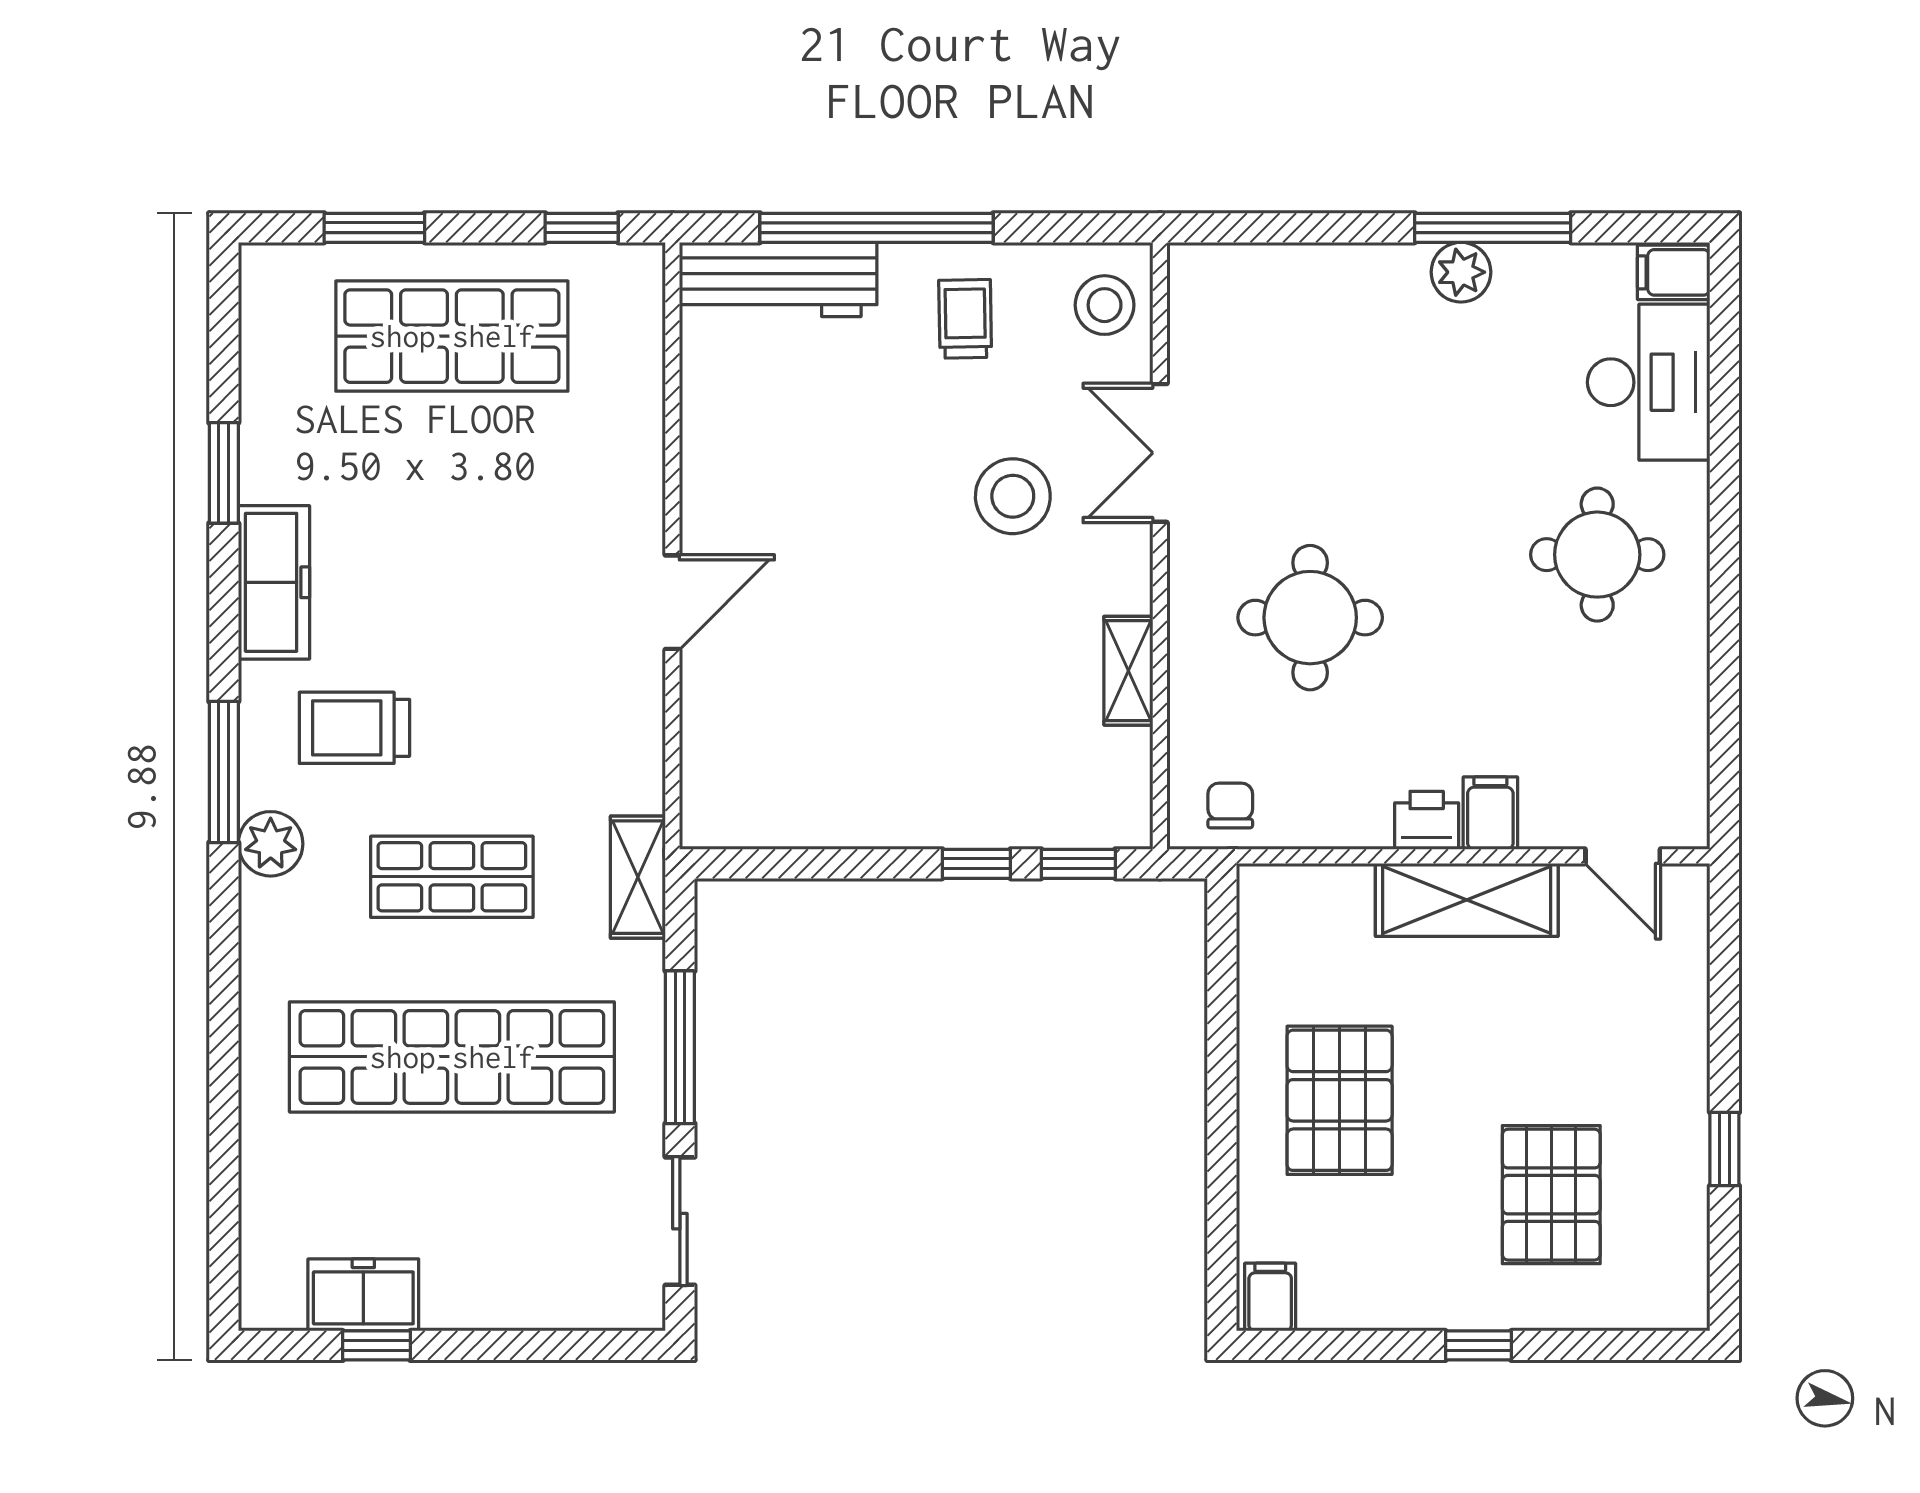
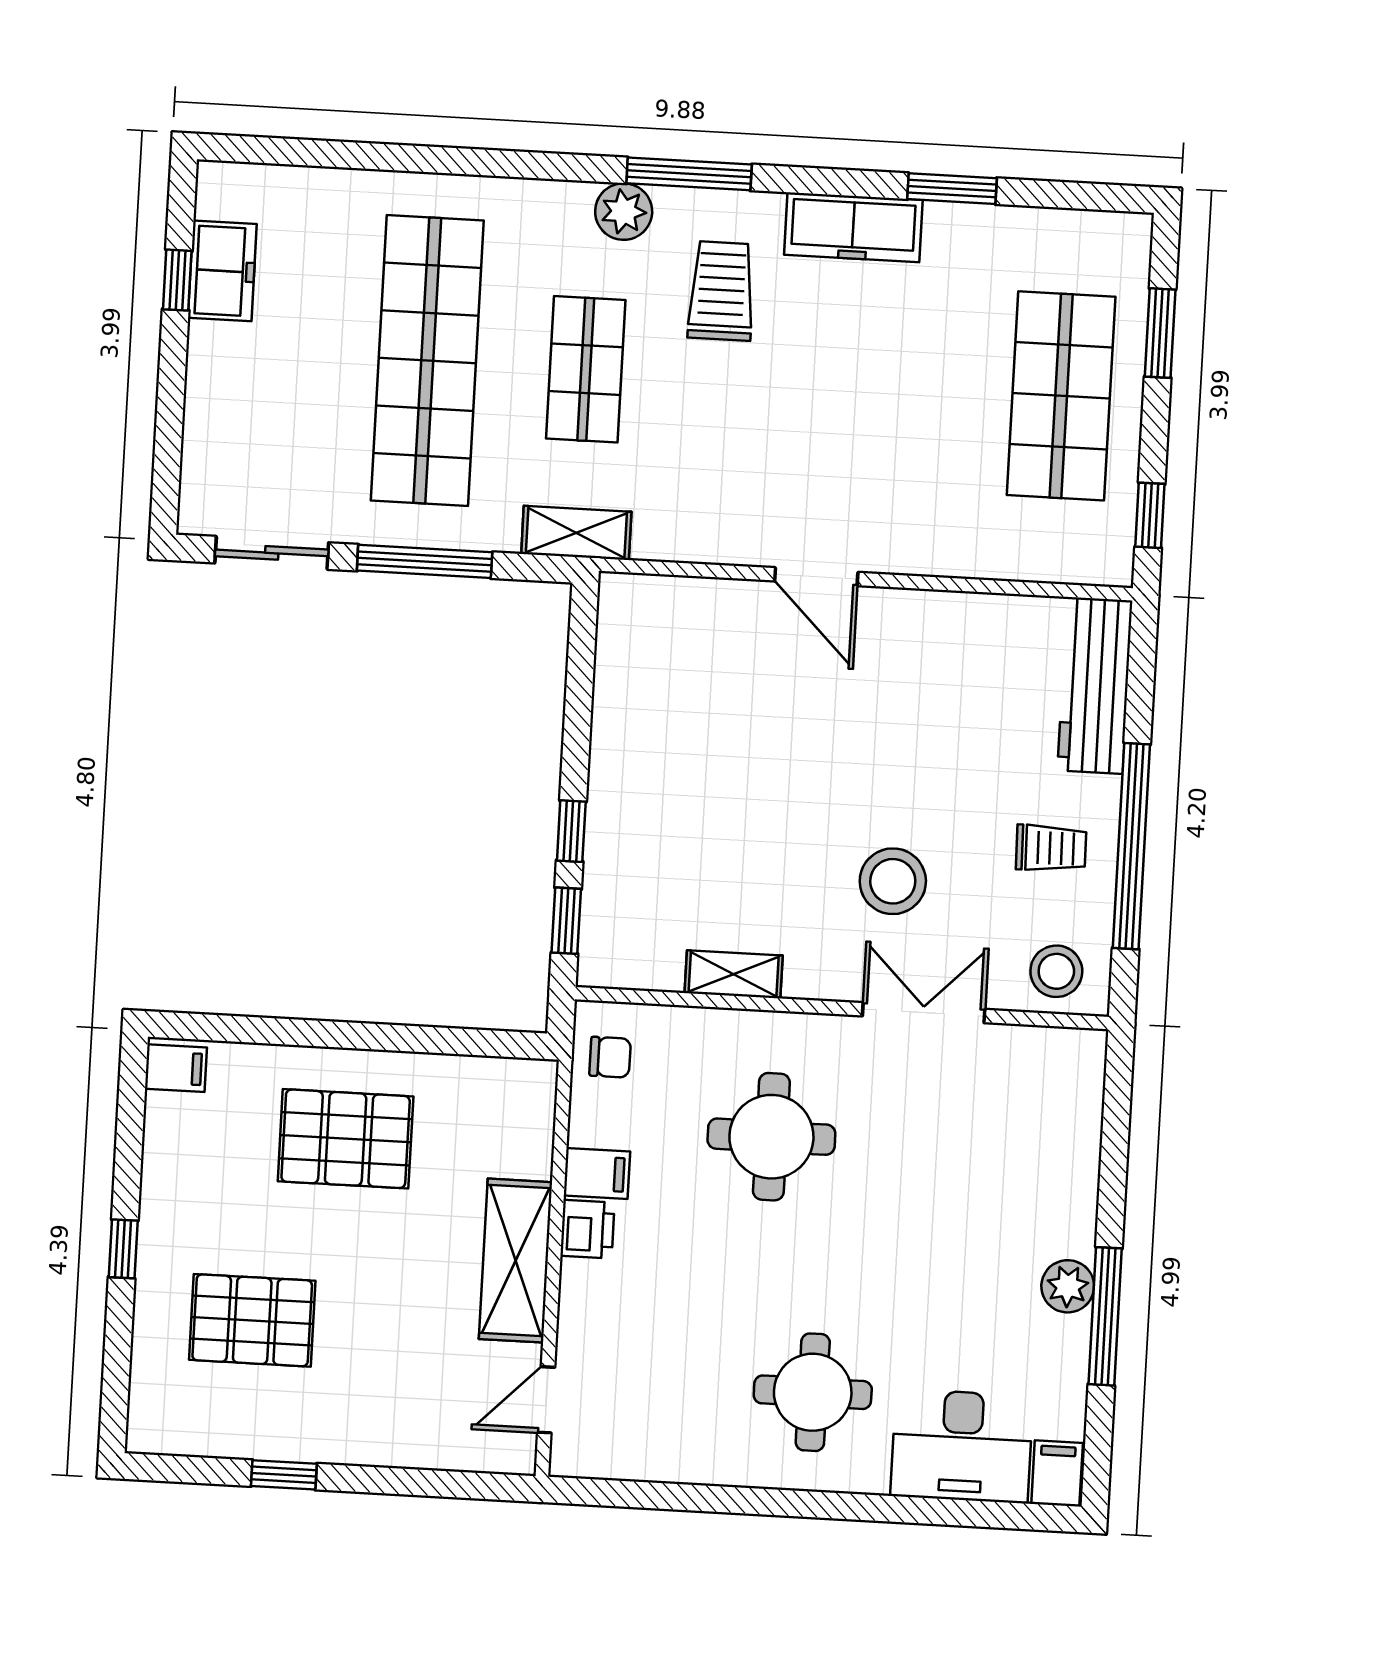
window: (877, 228) -> (1131, 846), moved
filing cabinet: (1490, 813) -> (597, 1174), moved

